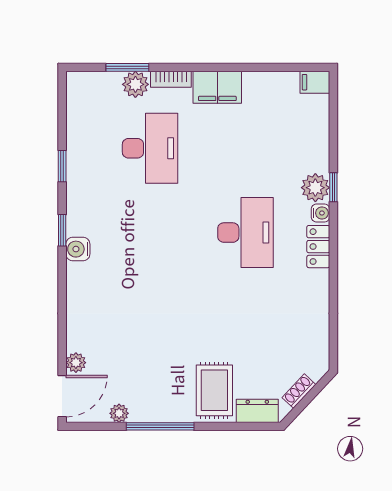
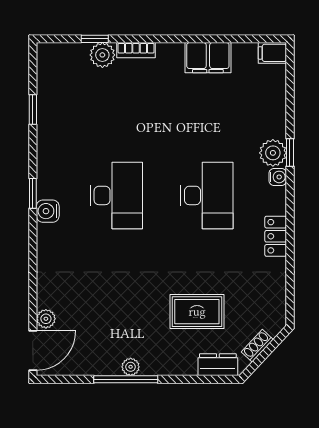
window: (127, 67) -> (95, 39), width x0.67
filing cabinet: (217, 87) -> (208, 58), moved
desk: (150, 148) -> (116, 195), moved
window: (62, 166) -> (33, 110), moved
locker: (318, 247) -> (276, 236), moved
rug: (214, 390) -> (197, 312), moved, turned 90
plant: (119, 413) -> (131, 367), moved

